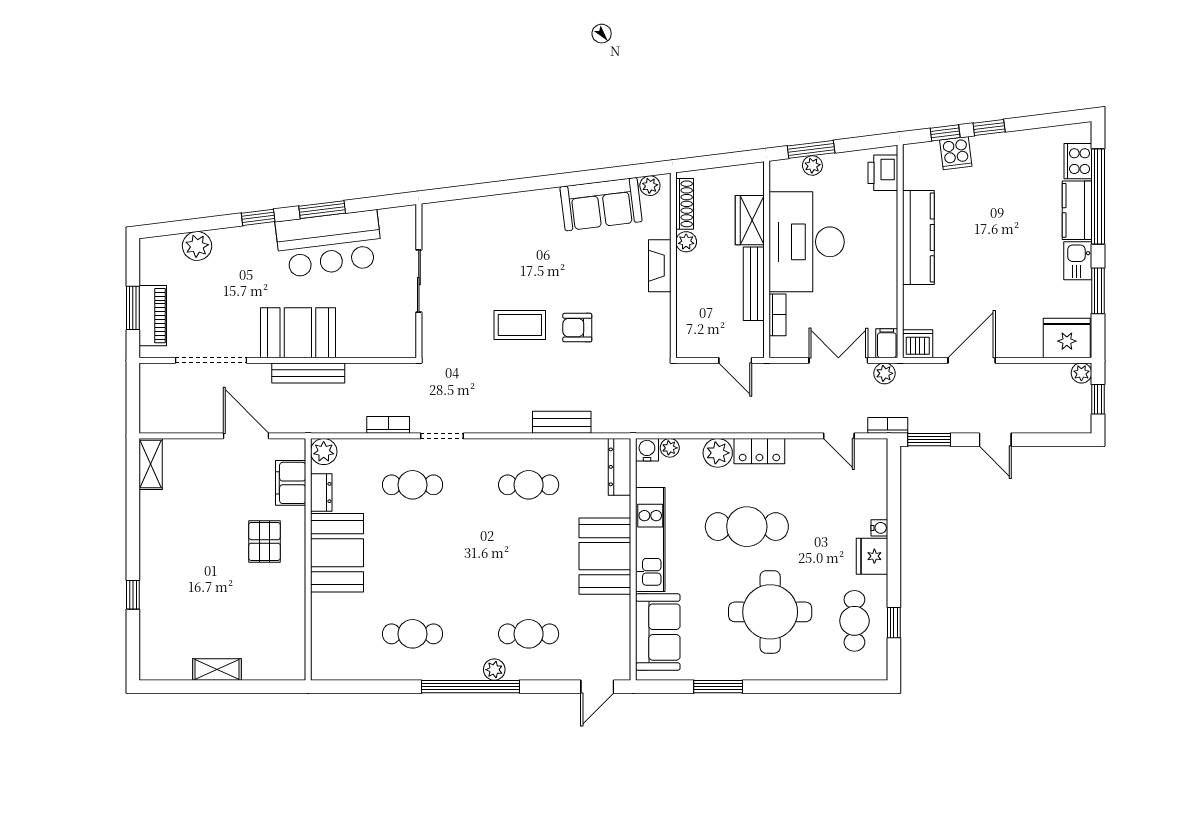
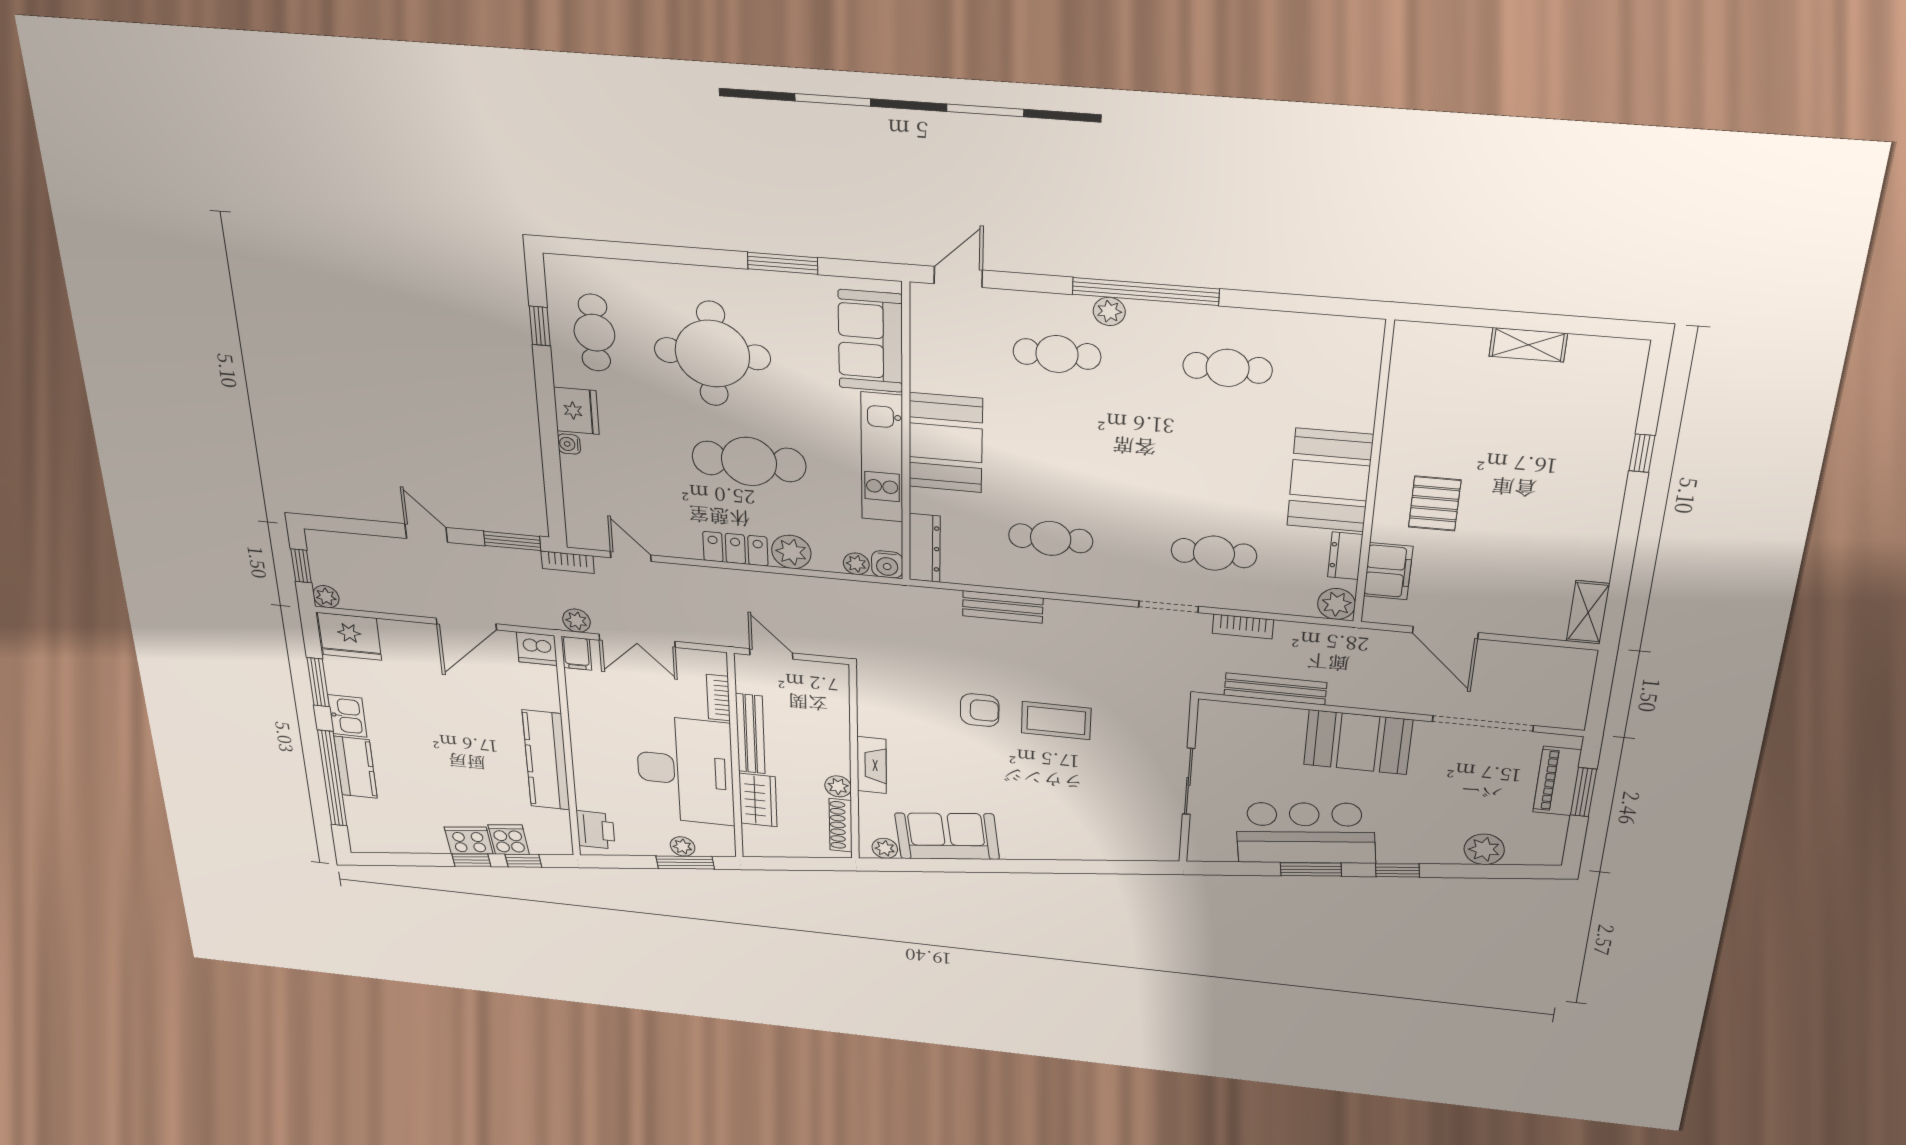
cooker: (1078, 161) -> (469, 841), moved, turned -97
bench: (308, 373) -> (1275, 689), moved

